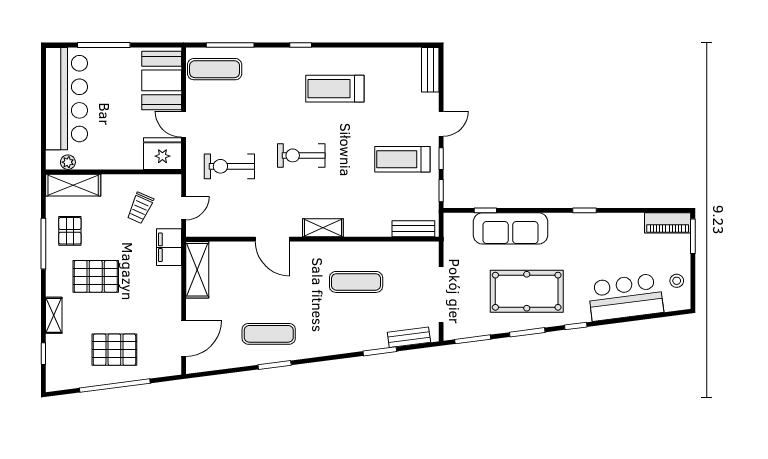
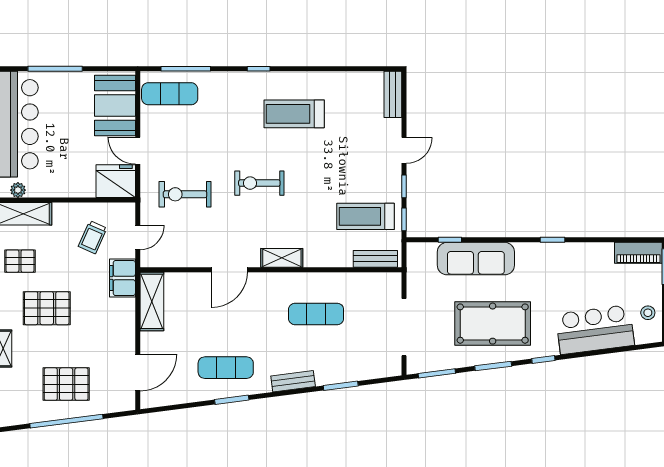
treadmill: (402, 159) -> (366, 216), moved
pallet: (70, 231) -> (20, 261), turned 90
door: (272, 239) -> (230, 270), hinge flipped
bench: (409, 337) -> (293, 381), moved

